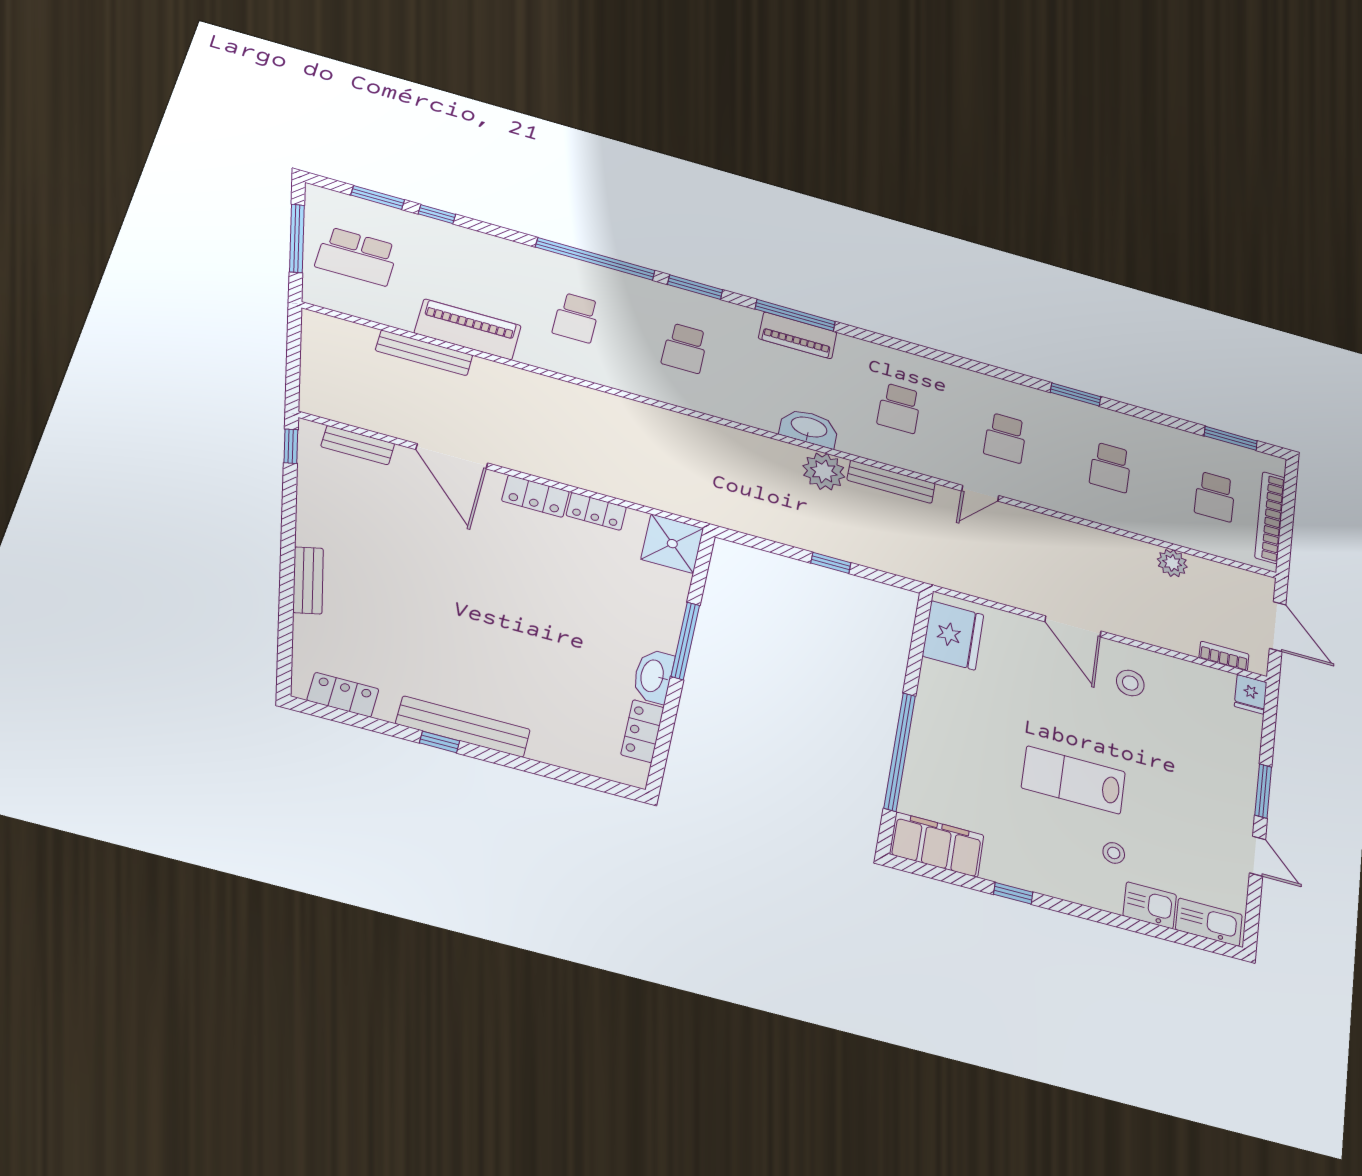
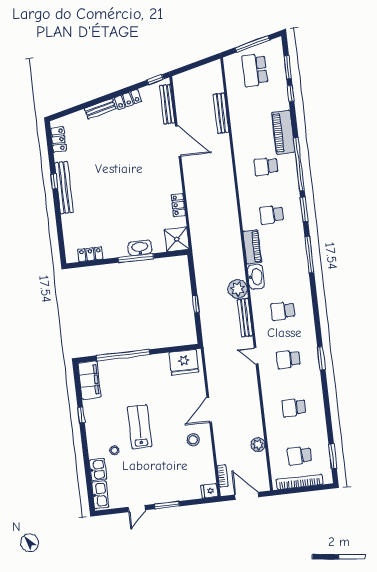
piano: (468, 329) -> (283, 132), moved, turned 180
piano: (798, 335) -> (252, 247), moved, turned 180
window: (1075, 394) -> (321, 358), moved
bench: (358, 445) -> (167, 104), width x1.36
door: (452, 456) -> (178, 141), swing flipped
locker: (535, 496) -> (128, 100), moved, turned -104
door: (1278, 626) -> (247, 496), swing flipped
washbasin: (653, 676) -> (140, 248), moved

